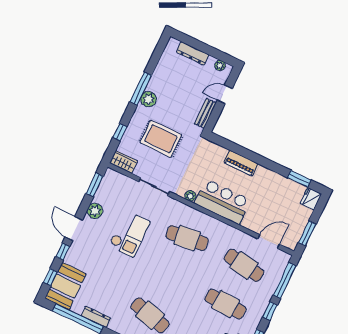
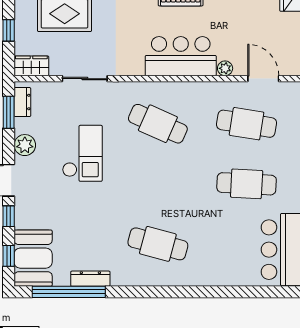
dresser: (107, 182) -> (22, 102), added
plant: (190, 196) -> (225, 68), moved
cafe table: (187, 238) -> (158, 124), turned 30
door: (269, 242) -> (263, 79), hinge flipped

